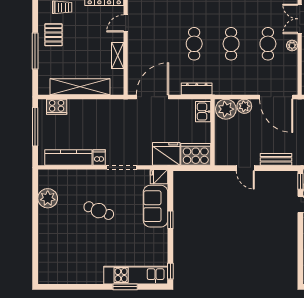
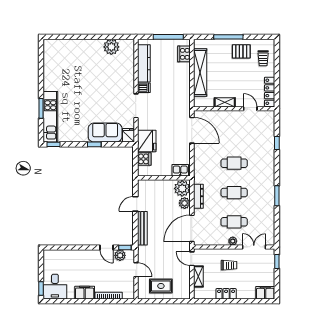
dresser: (197, 89) -> (198, 196), moved
cooker: (196, 154) -> (144, 159), width x0.53, depth x0.76
bench: (276, 159) -> (142, 228), width x1.36
cafe table: (99, 211) -> (102, 87), removed

